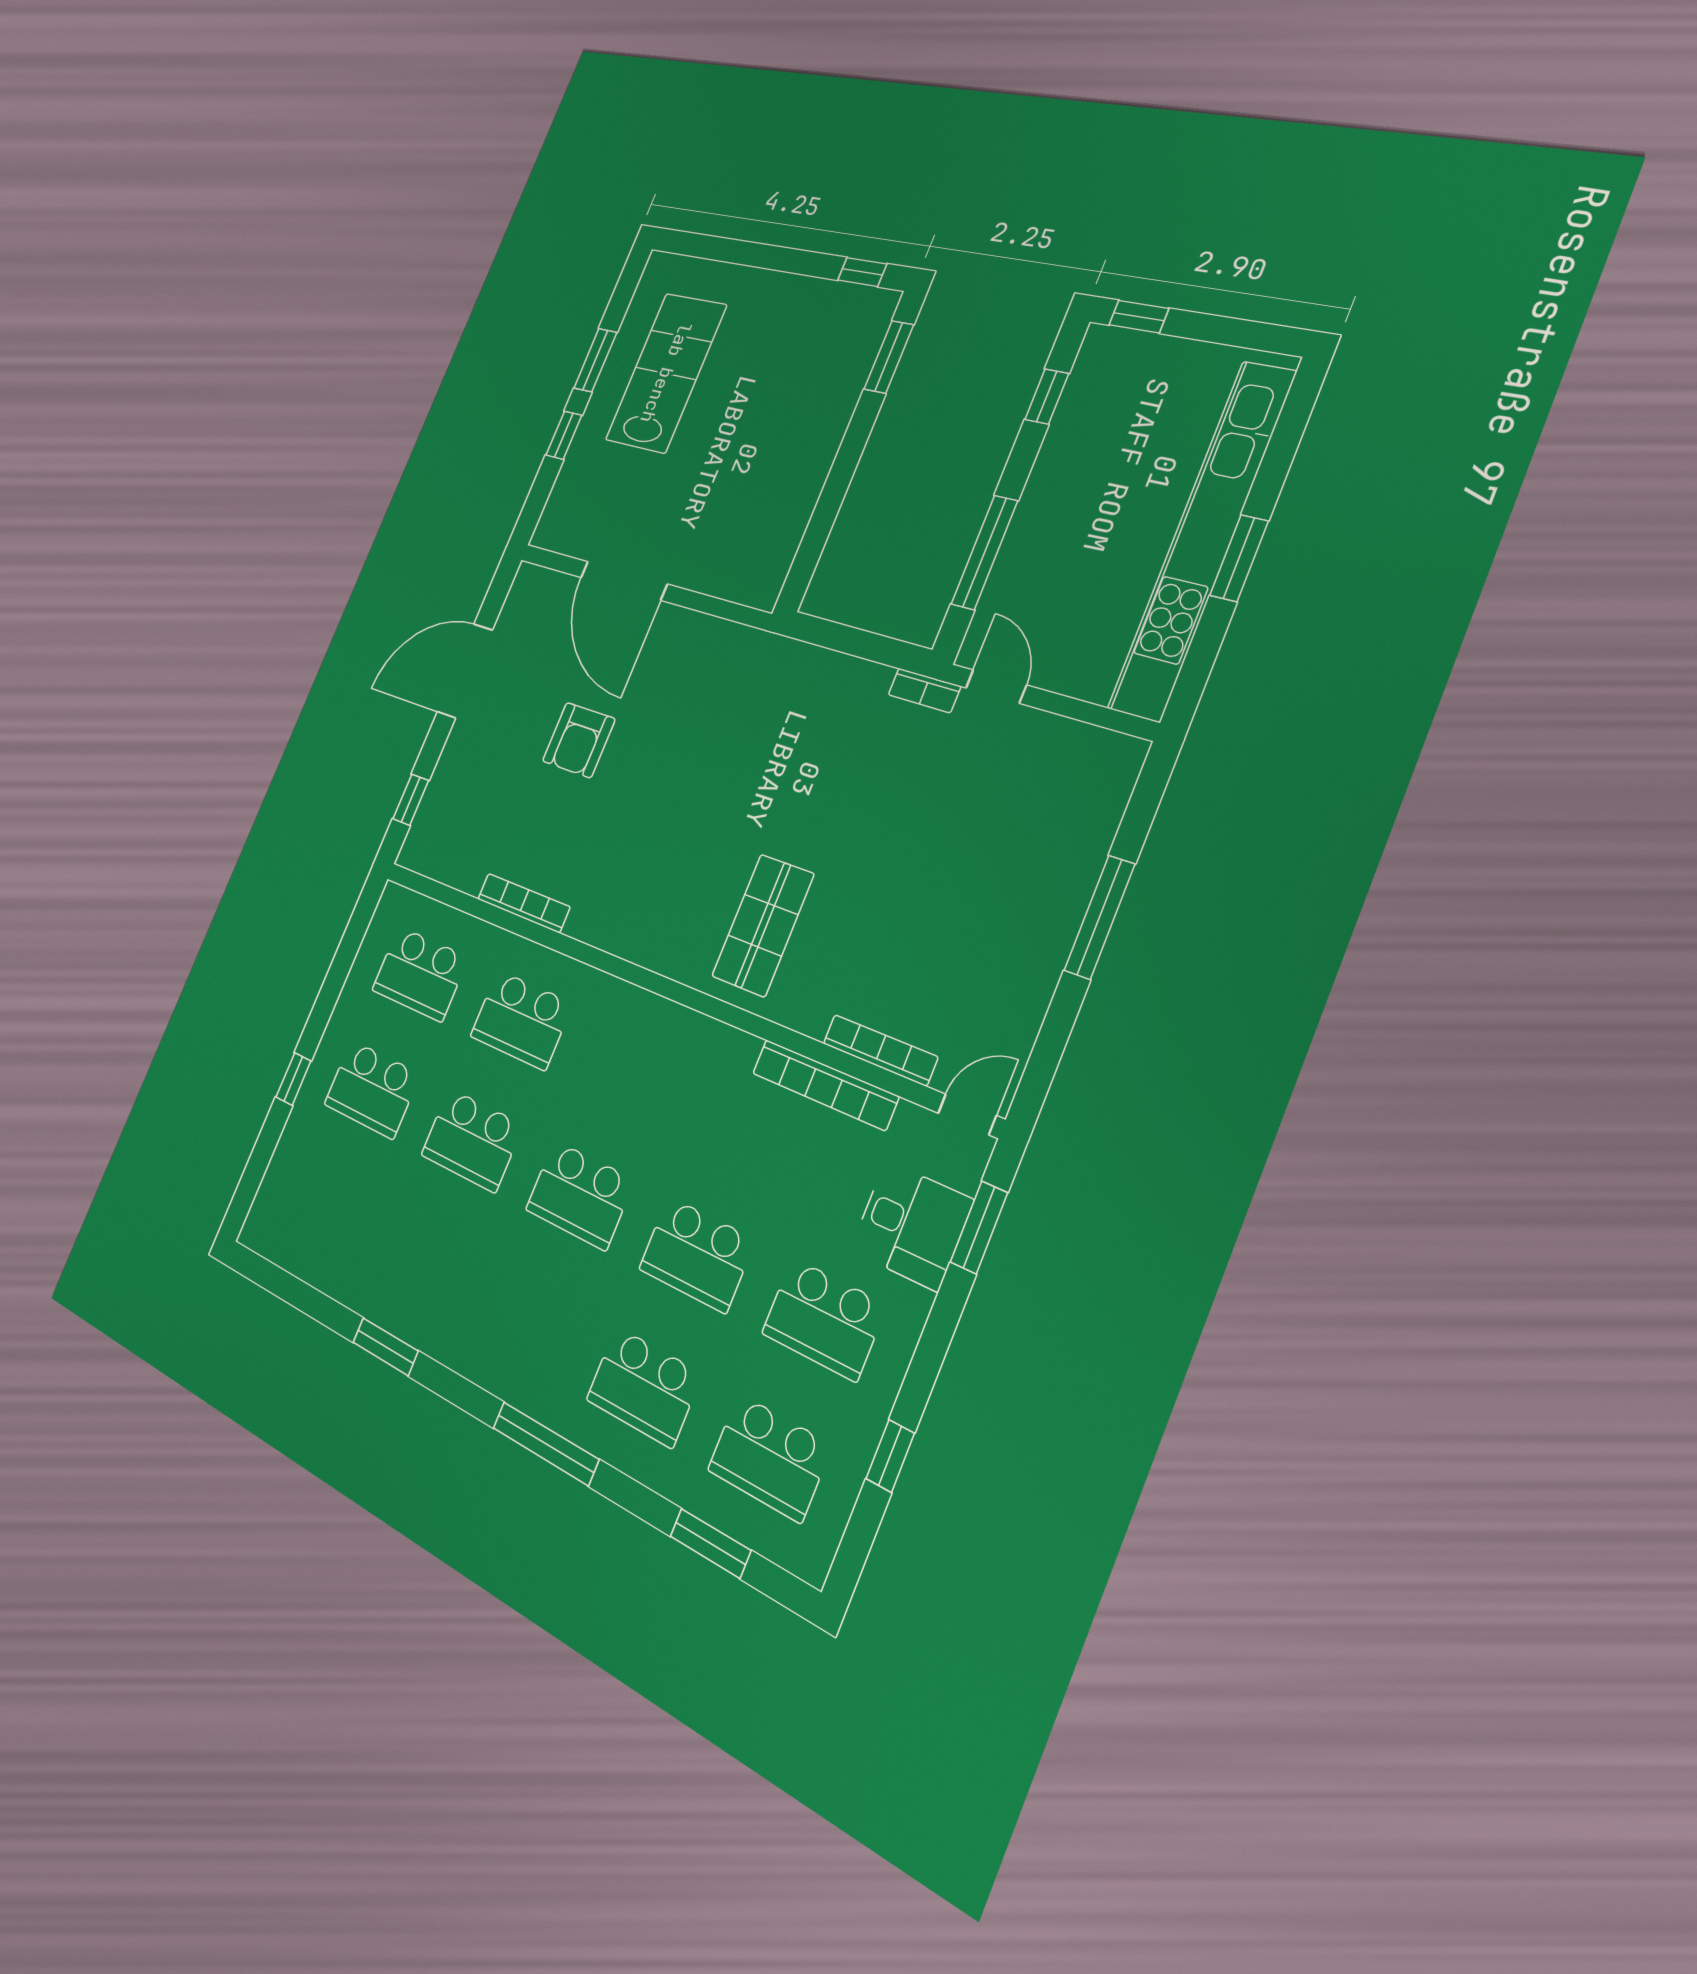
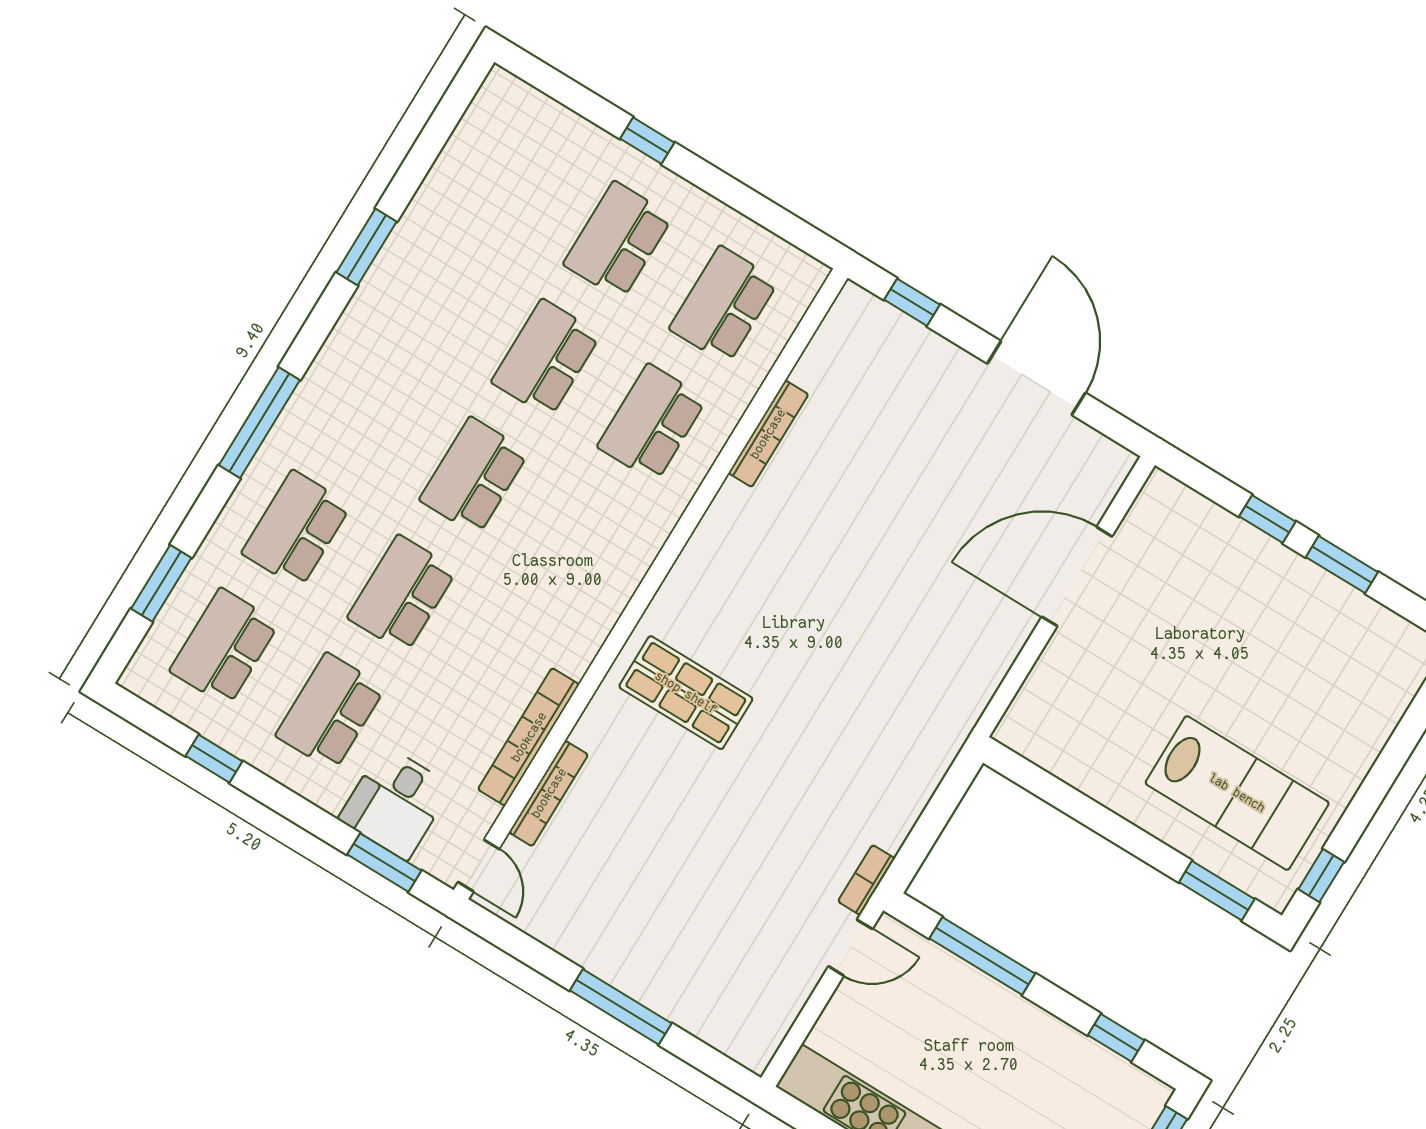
lab bench: (666, 373) -> (1237, 793), moved
armchair: (579, 740) -> (921, 510), removed

